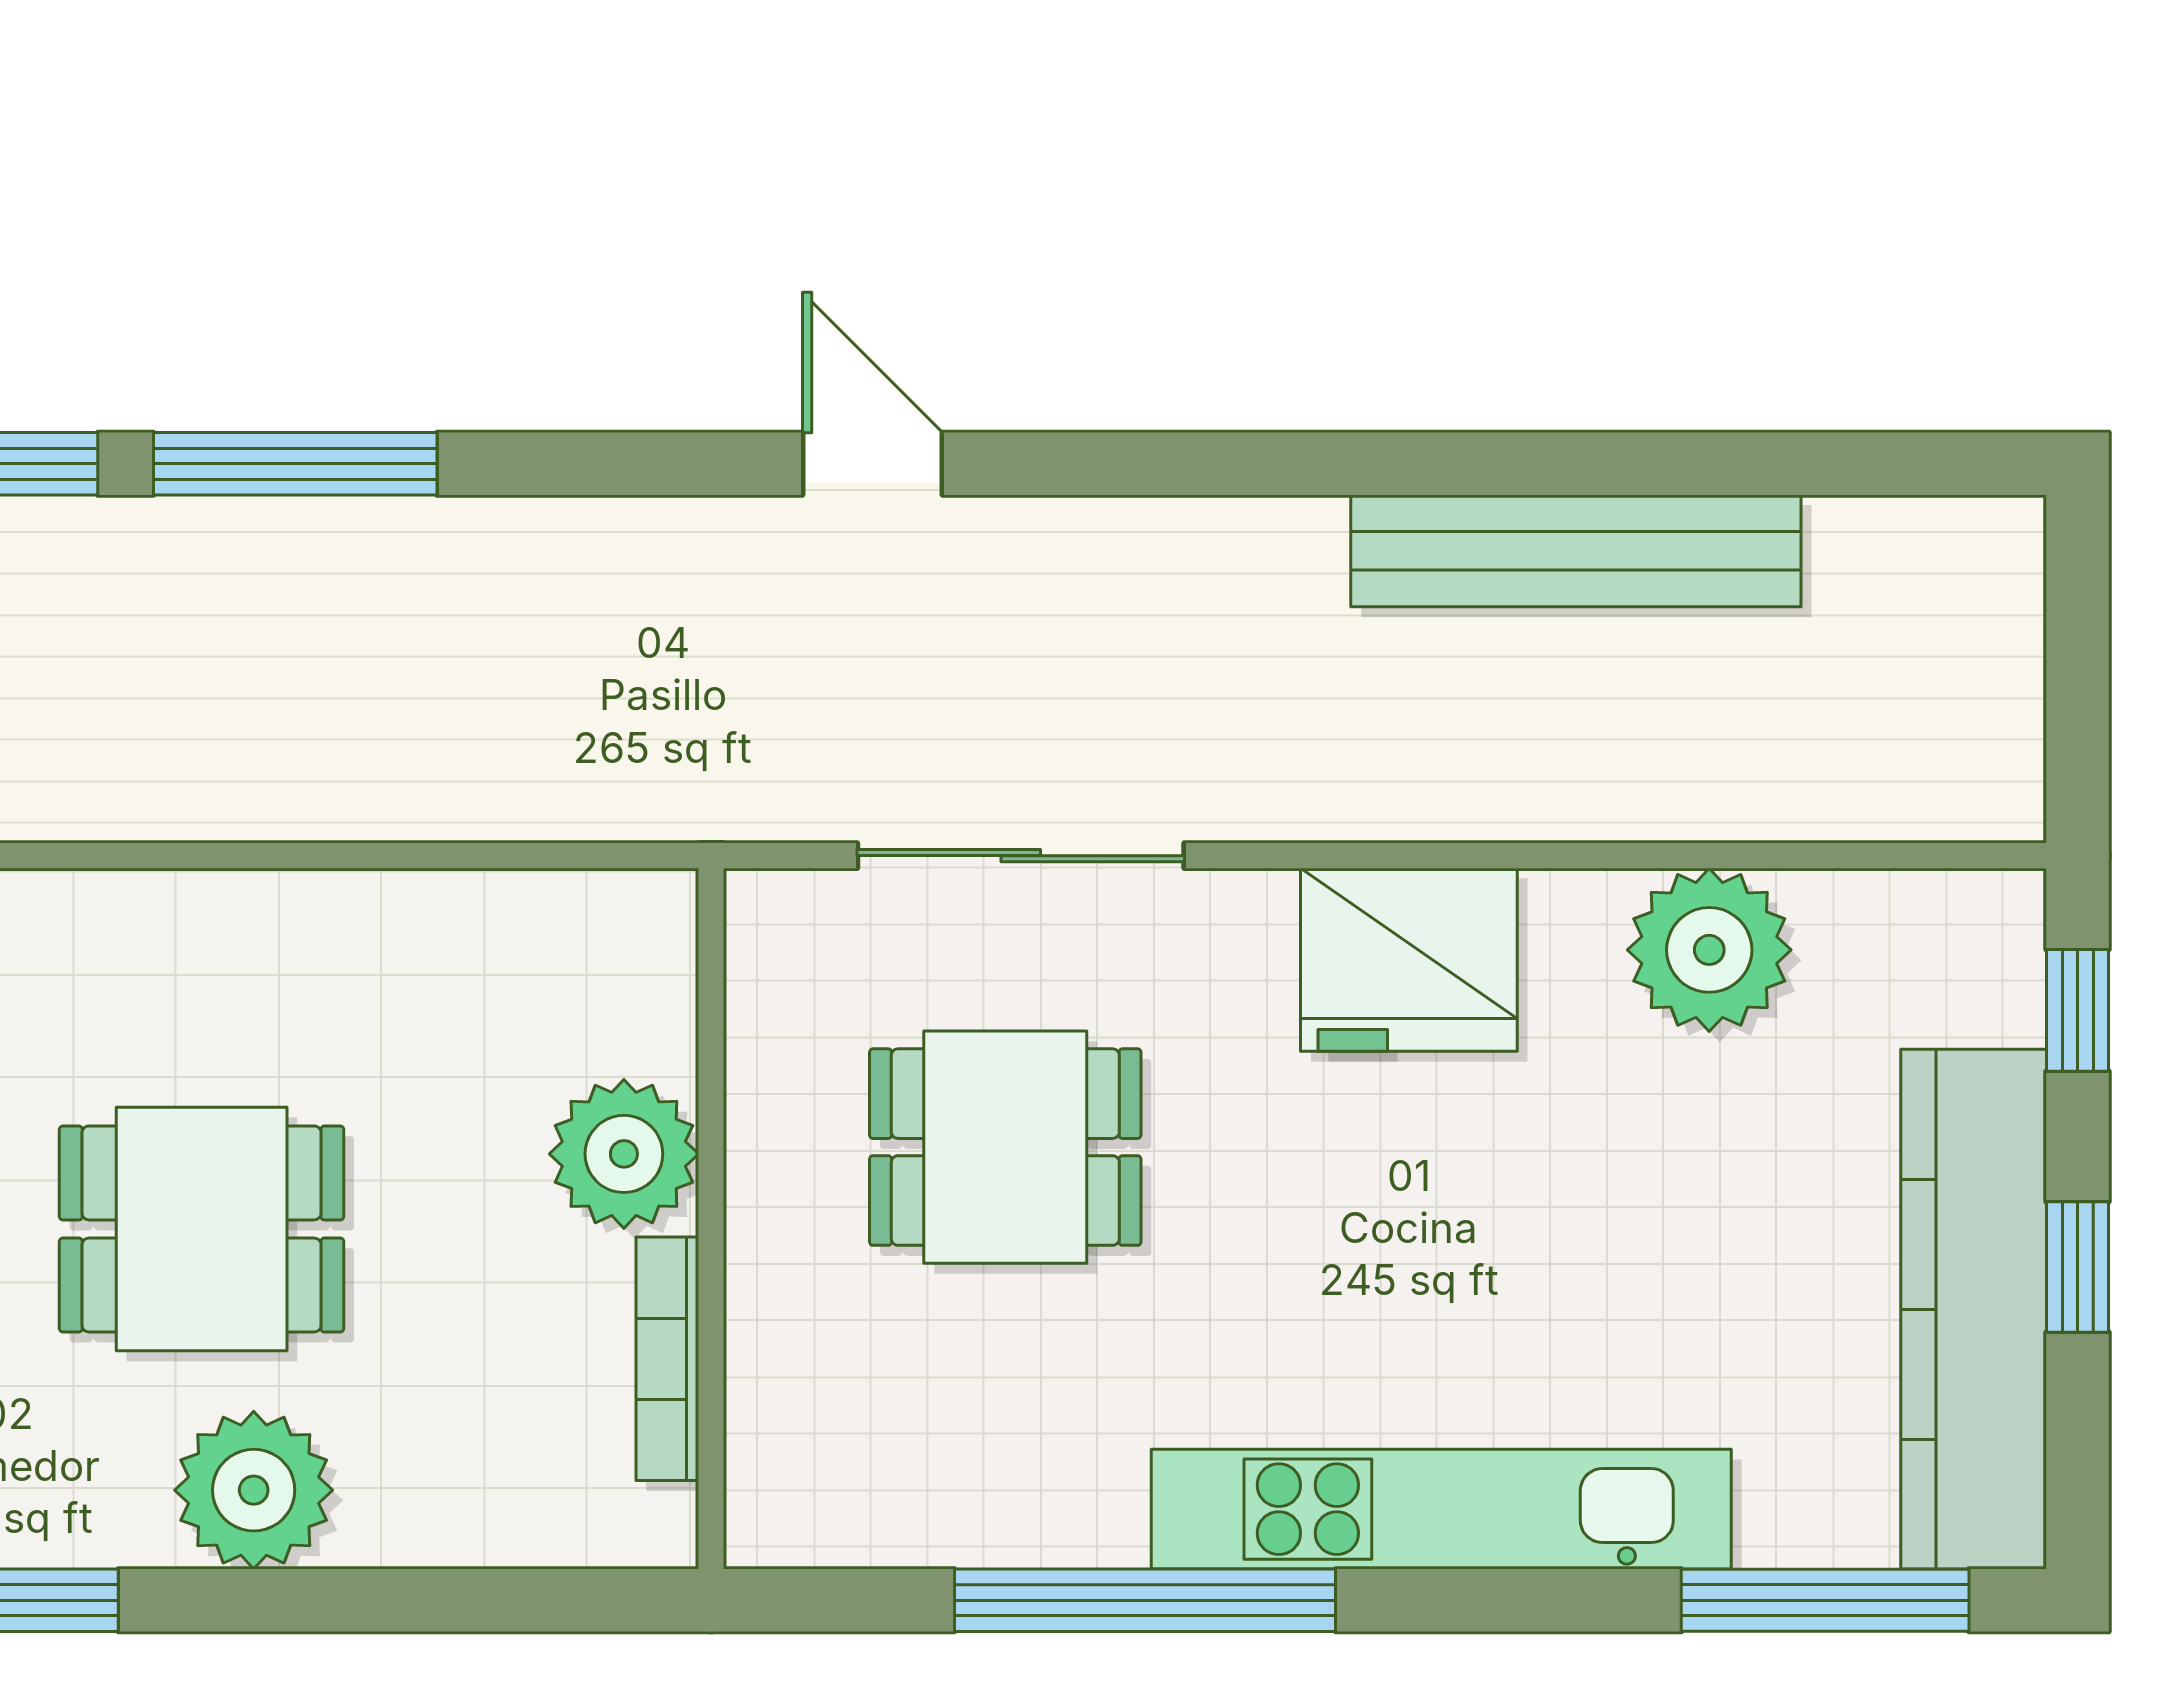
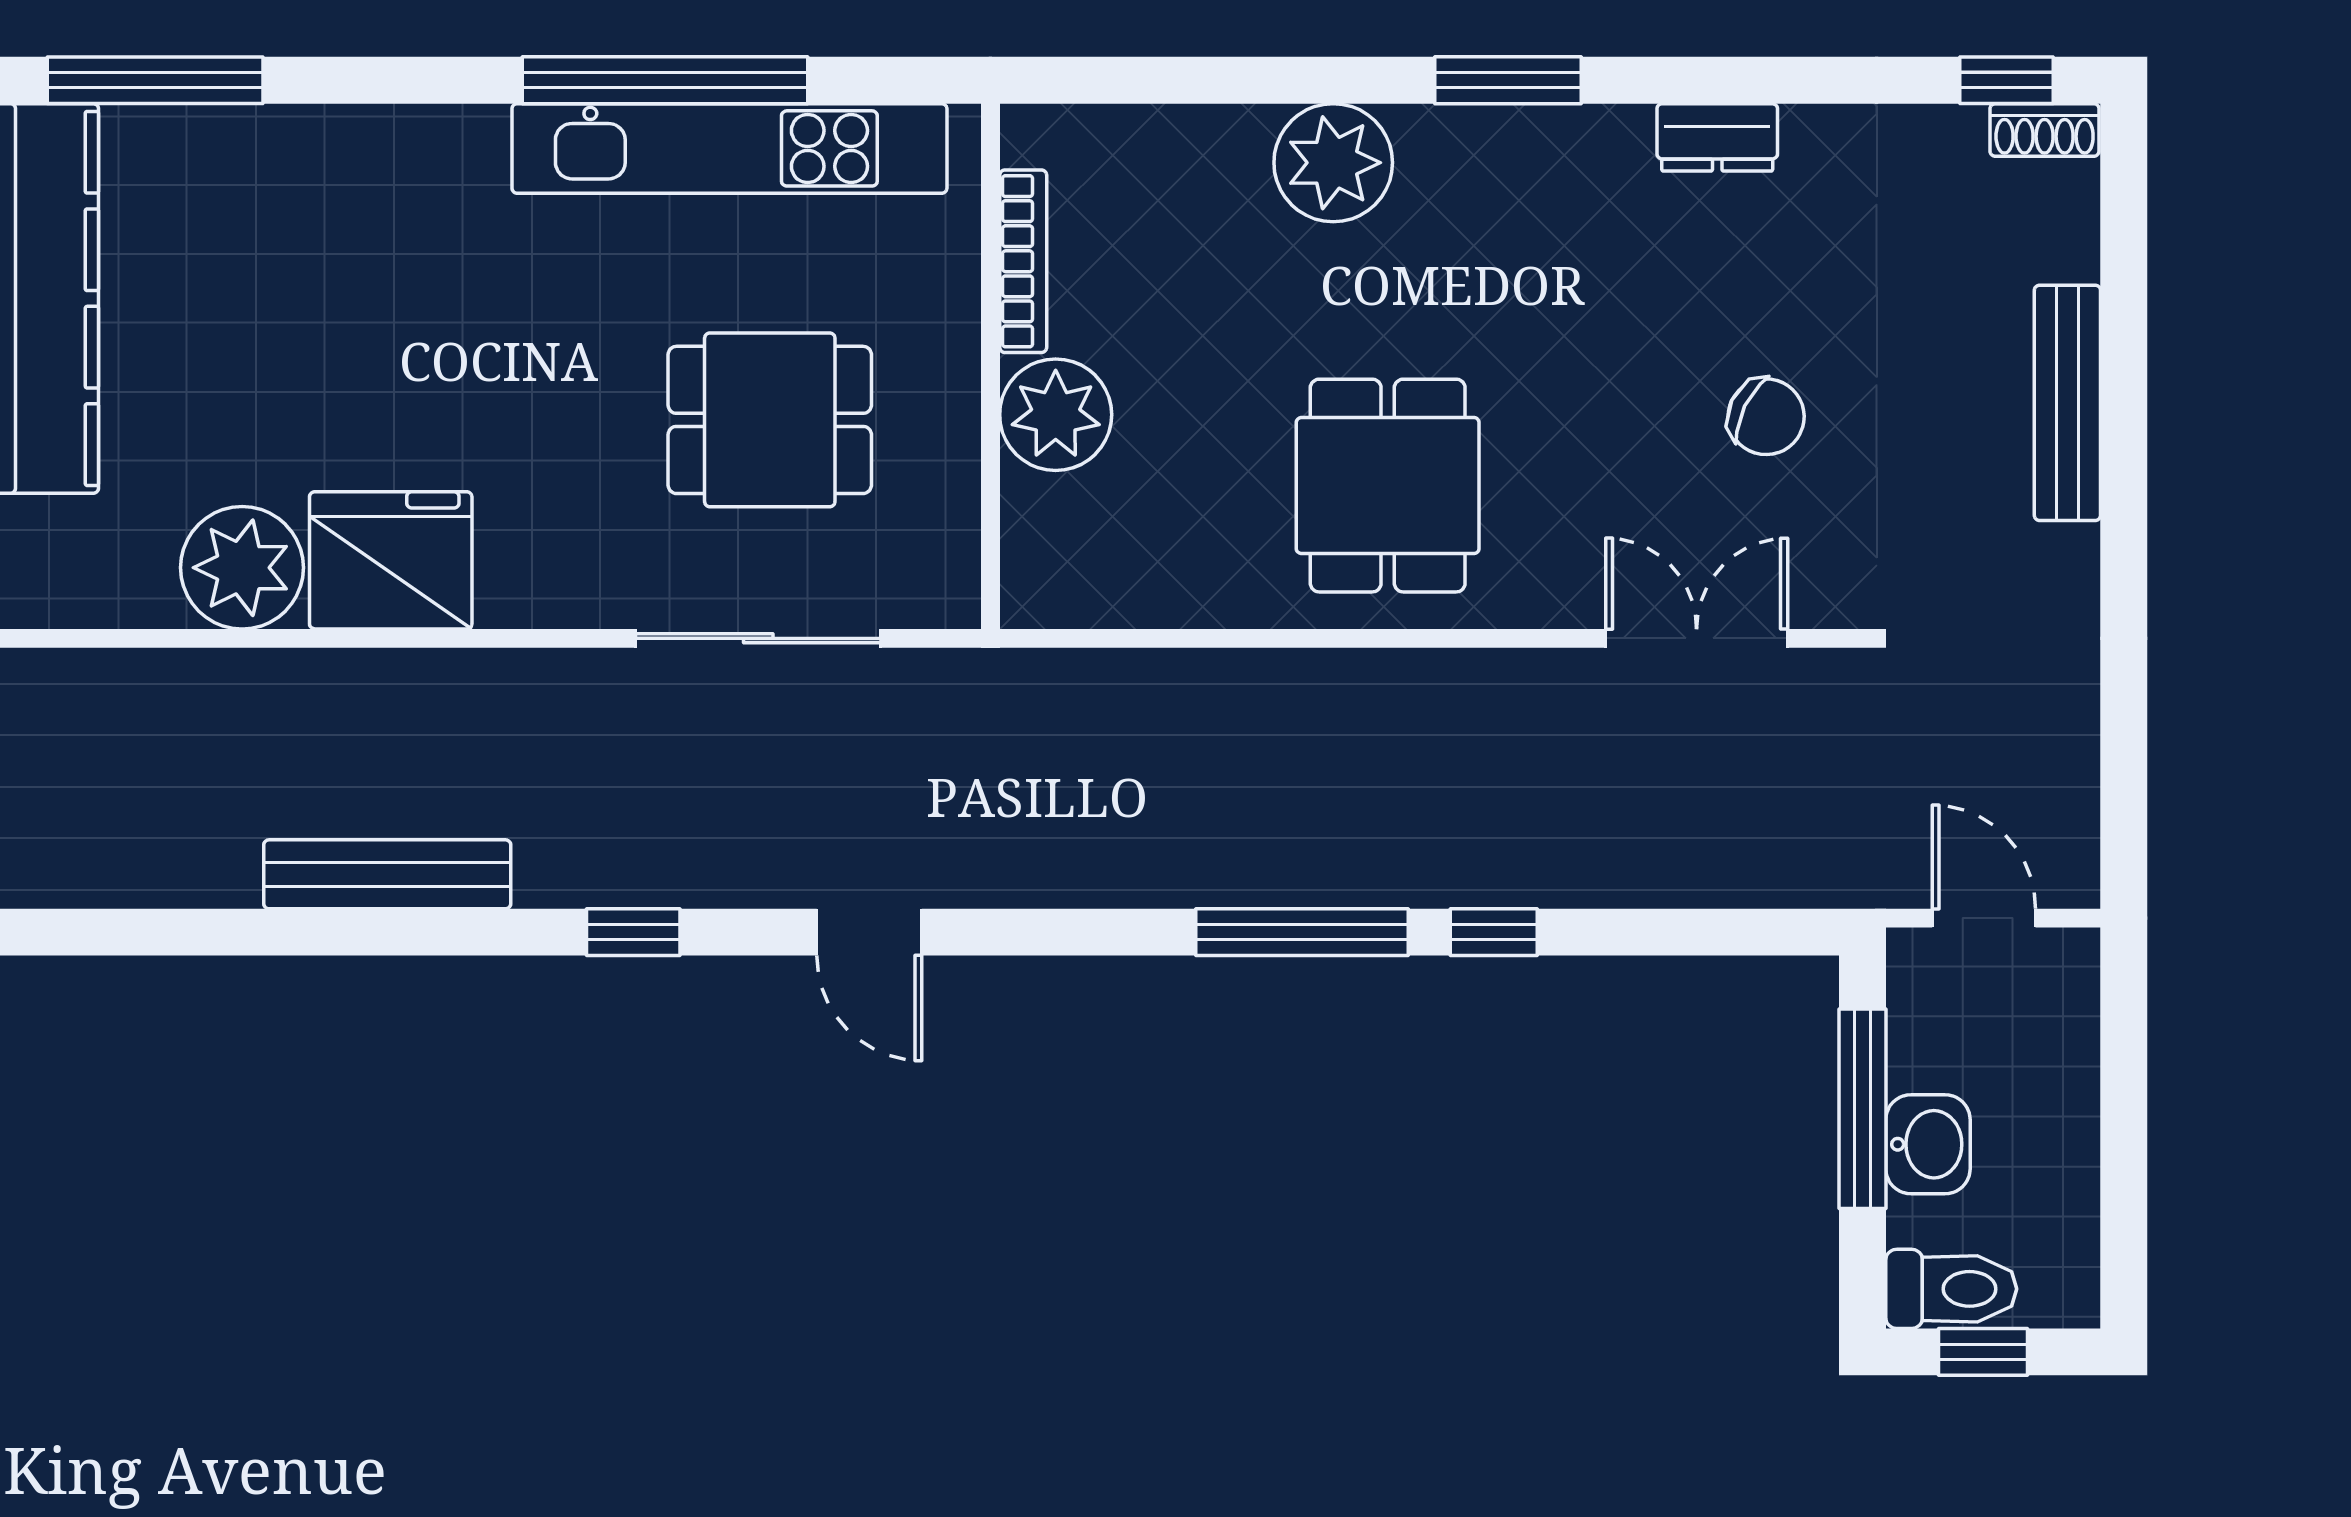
window: (1187, 464) -> (633, 932), added
bench: (1576, 551) -> (387, 874), width x0.73, depth x0.82
fridge: (1409, 960) -> (391, 560), moved
dining table: (202, 1229) -> (1388, 486), moved, turned 90
kitchen unit: (1441, 1509) -> (729, 148), moved

